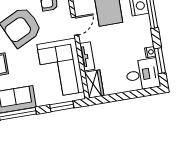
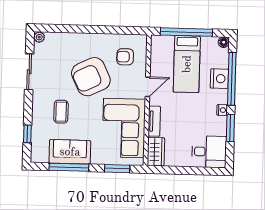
nightstand: (150, 52) -> (222, 110), moved
window: (160, 61) -> (230, 128), moved

